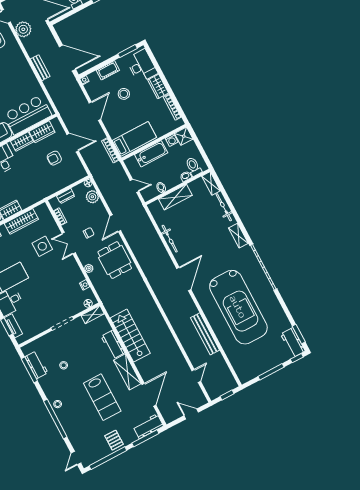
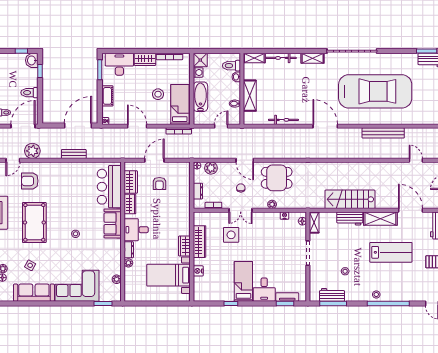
stool: (124, 94) -> (158, 94), moved

